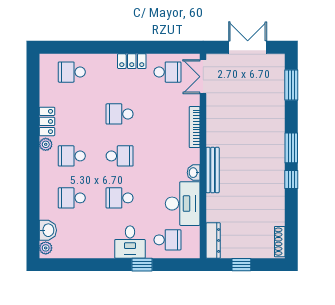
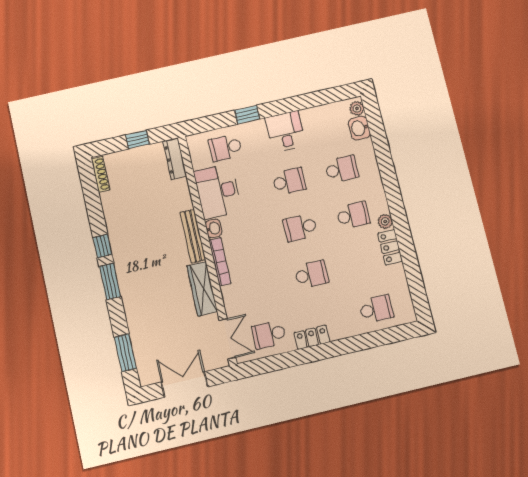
double door: (248, 47) -> (184, 384), swing flipped
wardrobe: (215, 124) -> (202, 289), added
bookcase: (195, 127) -> (220, 262), moved
desk: (130, 242) -> (285, 132), moved

